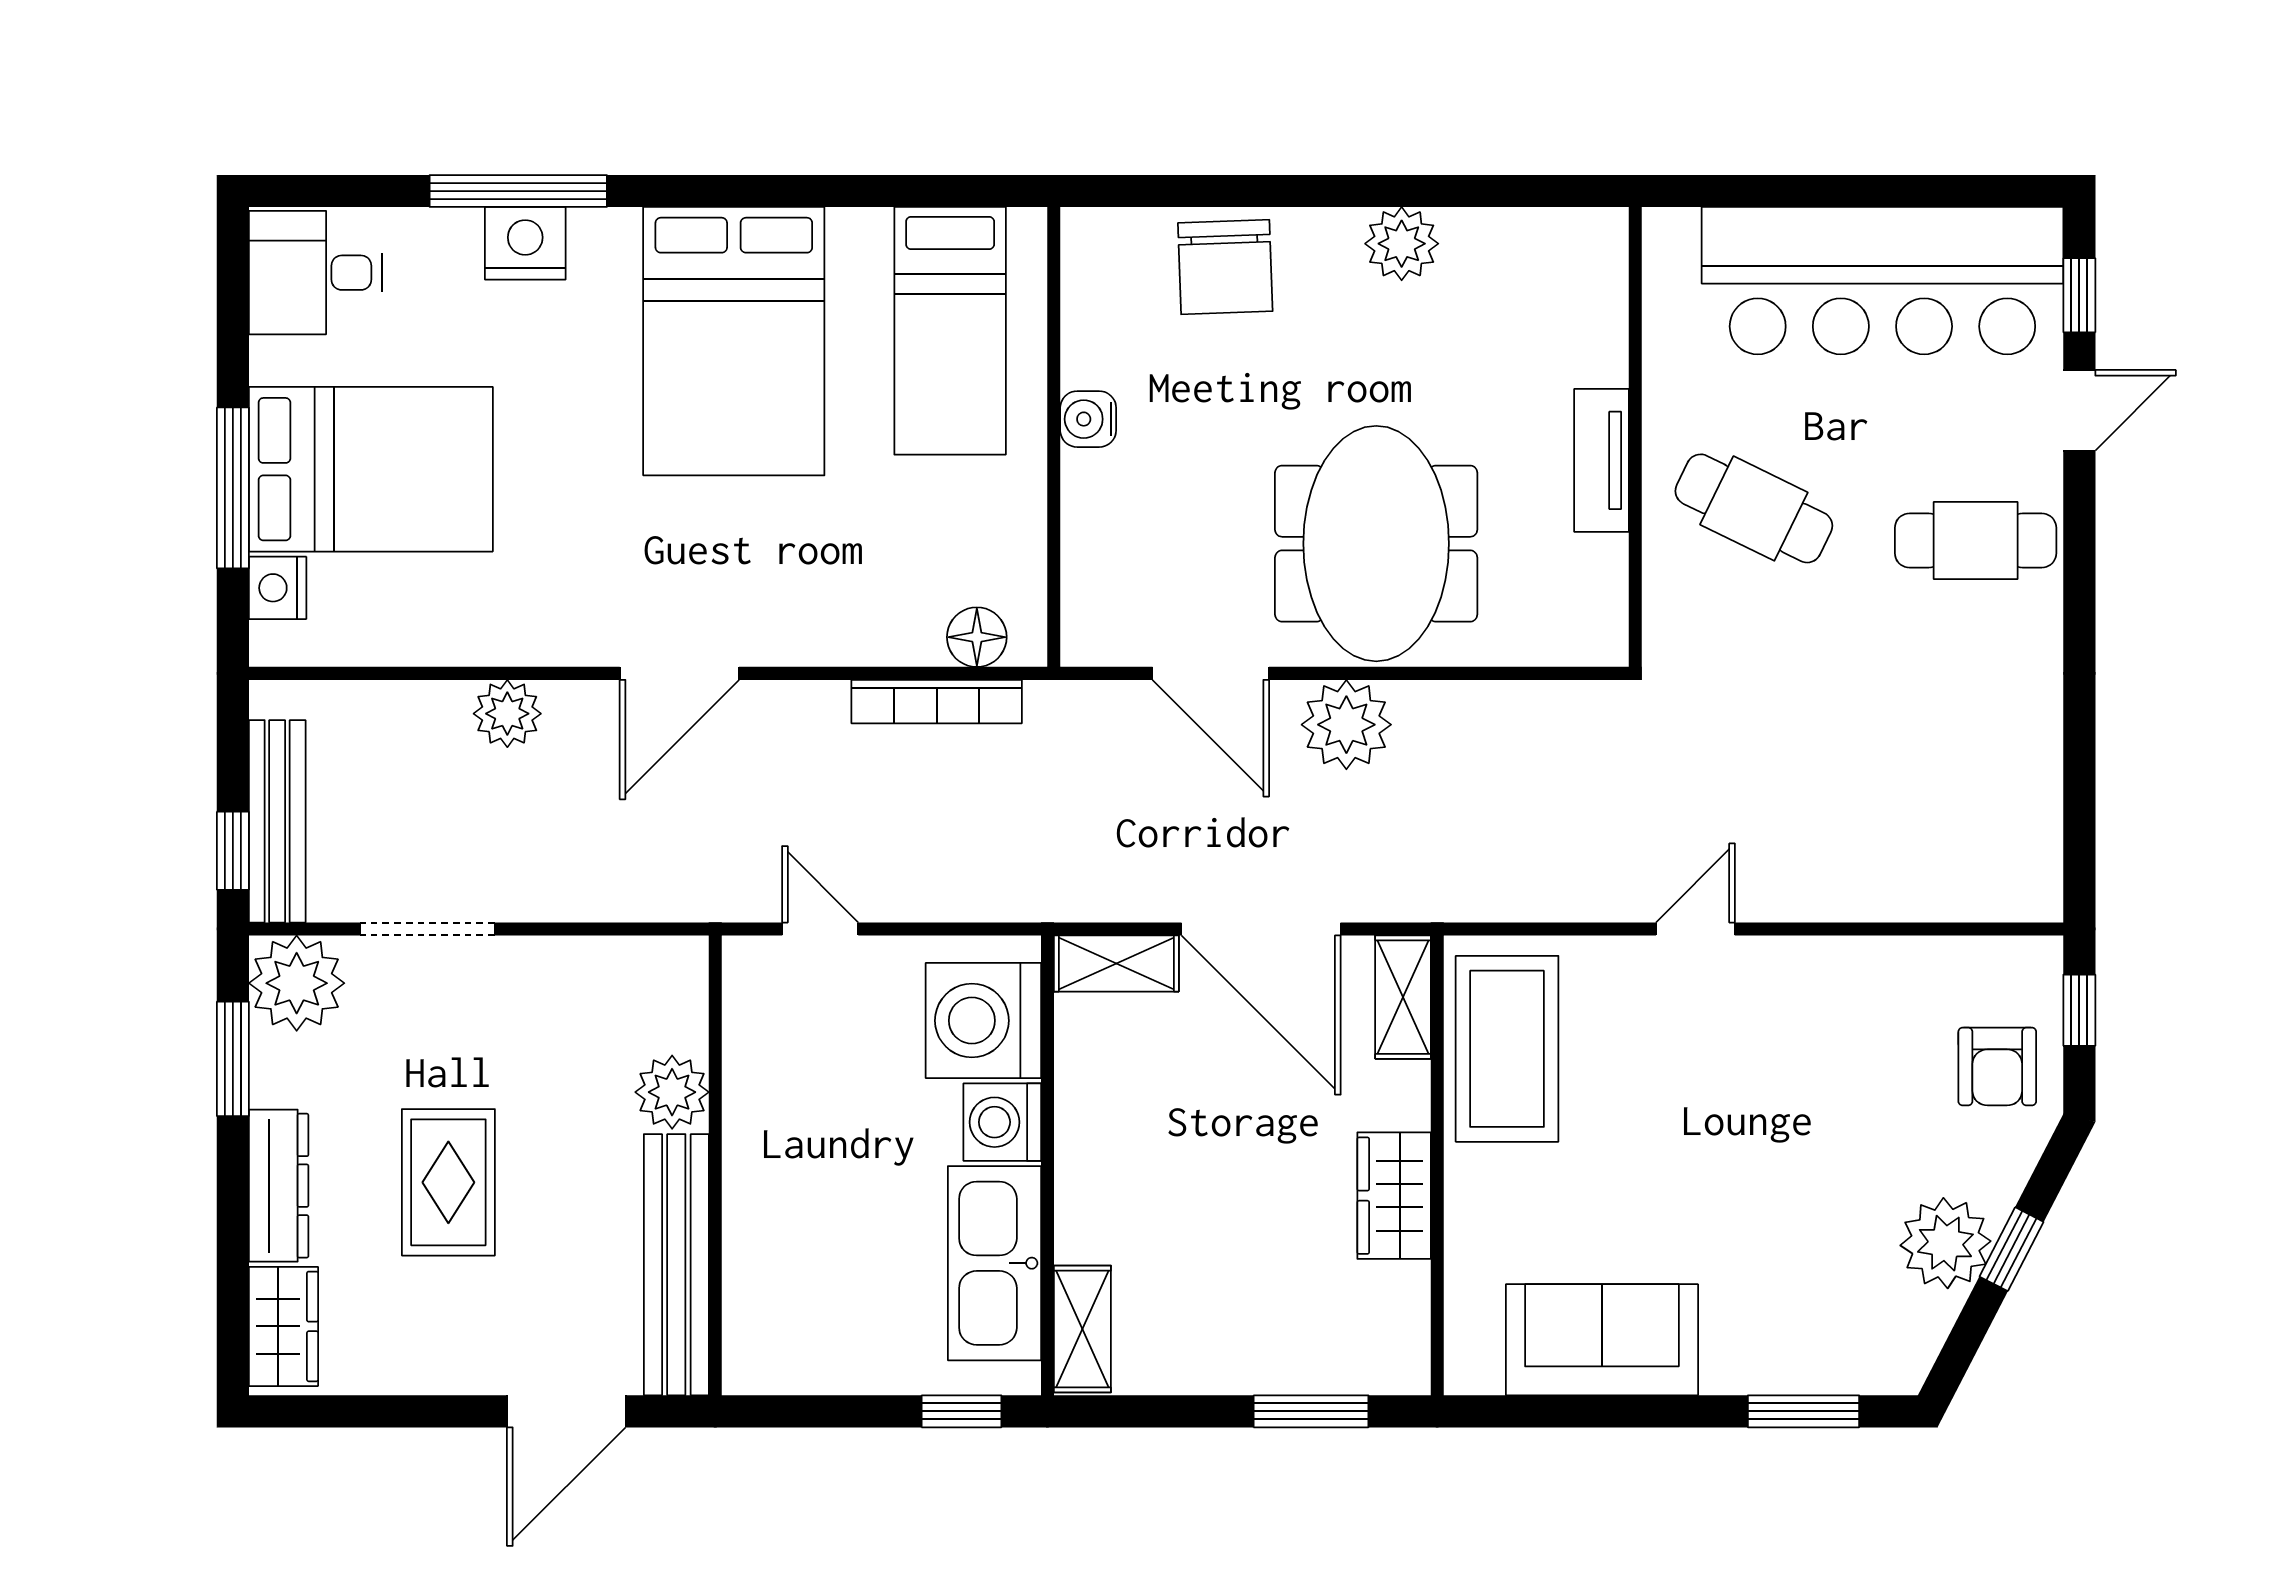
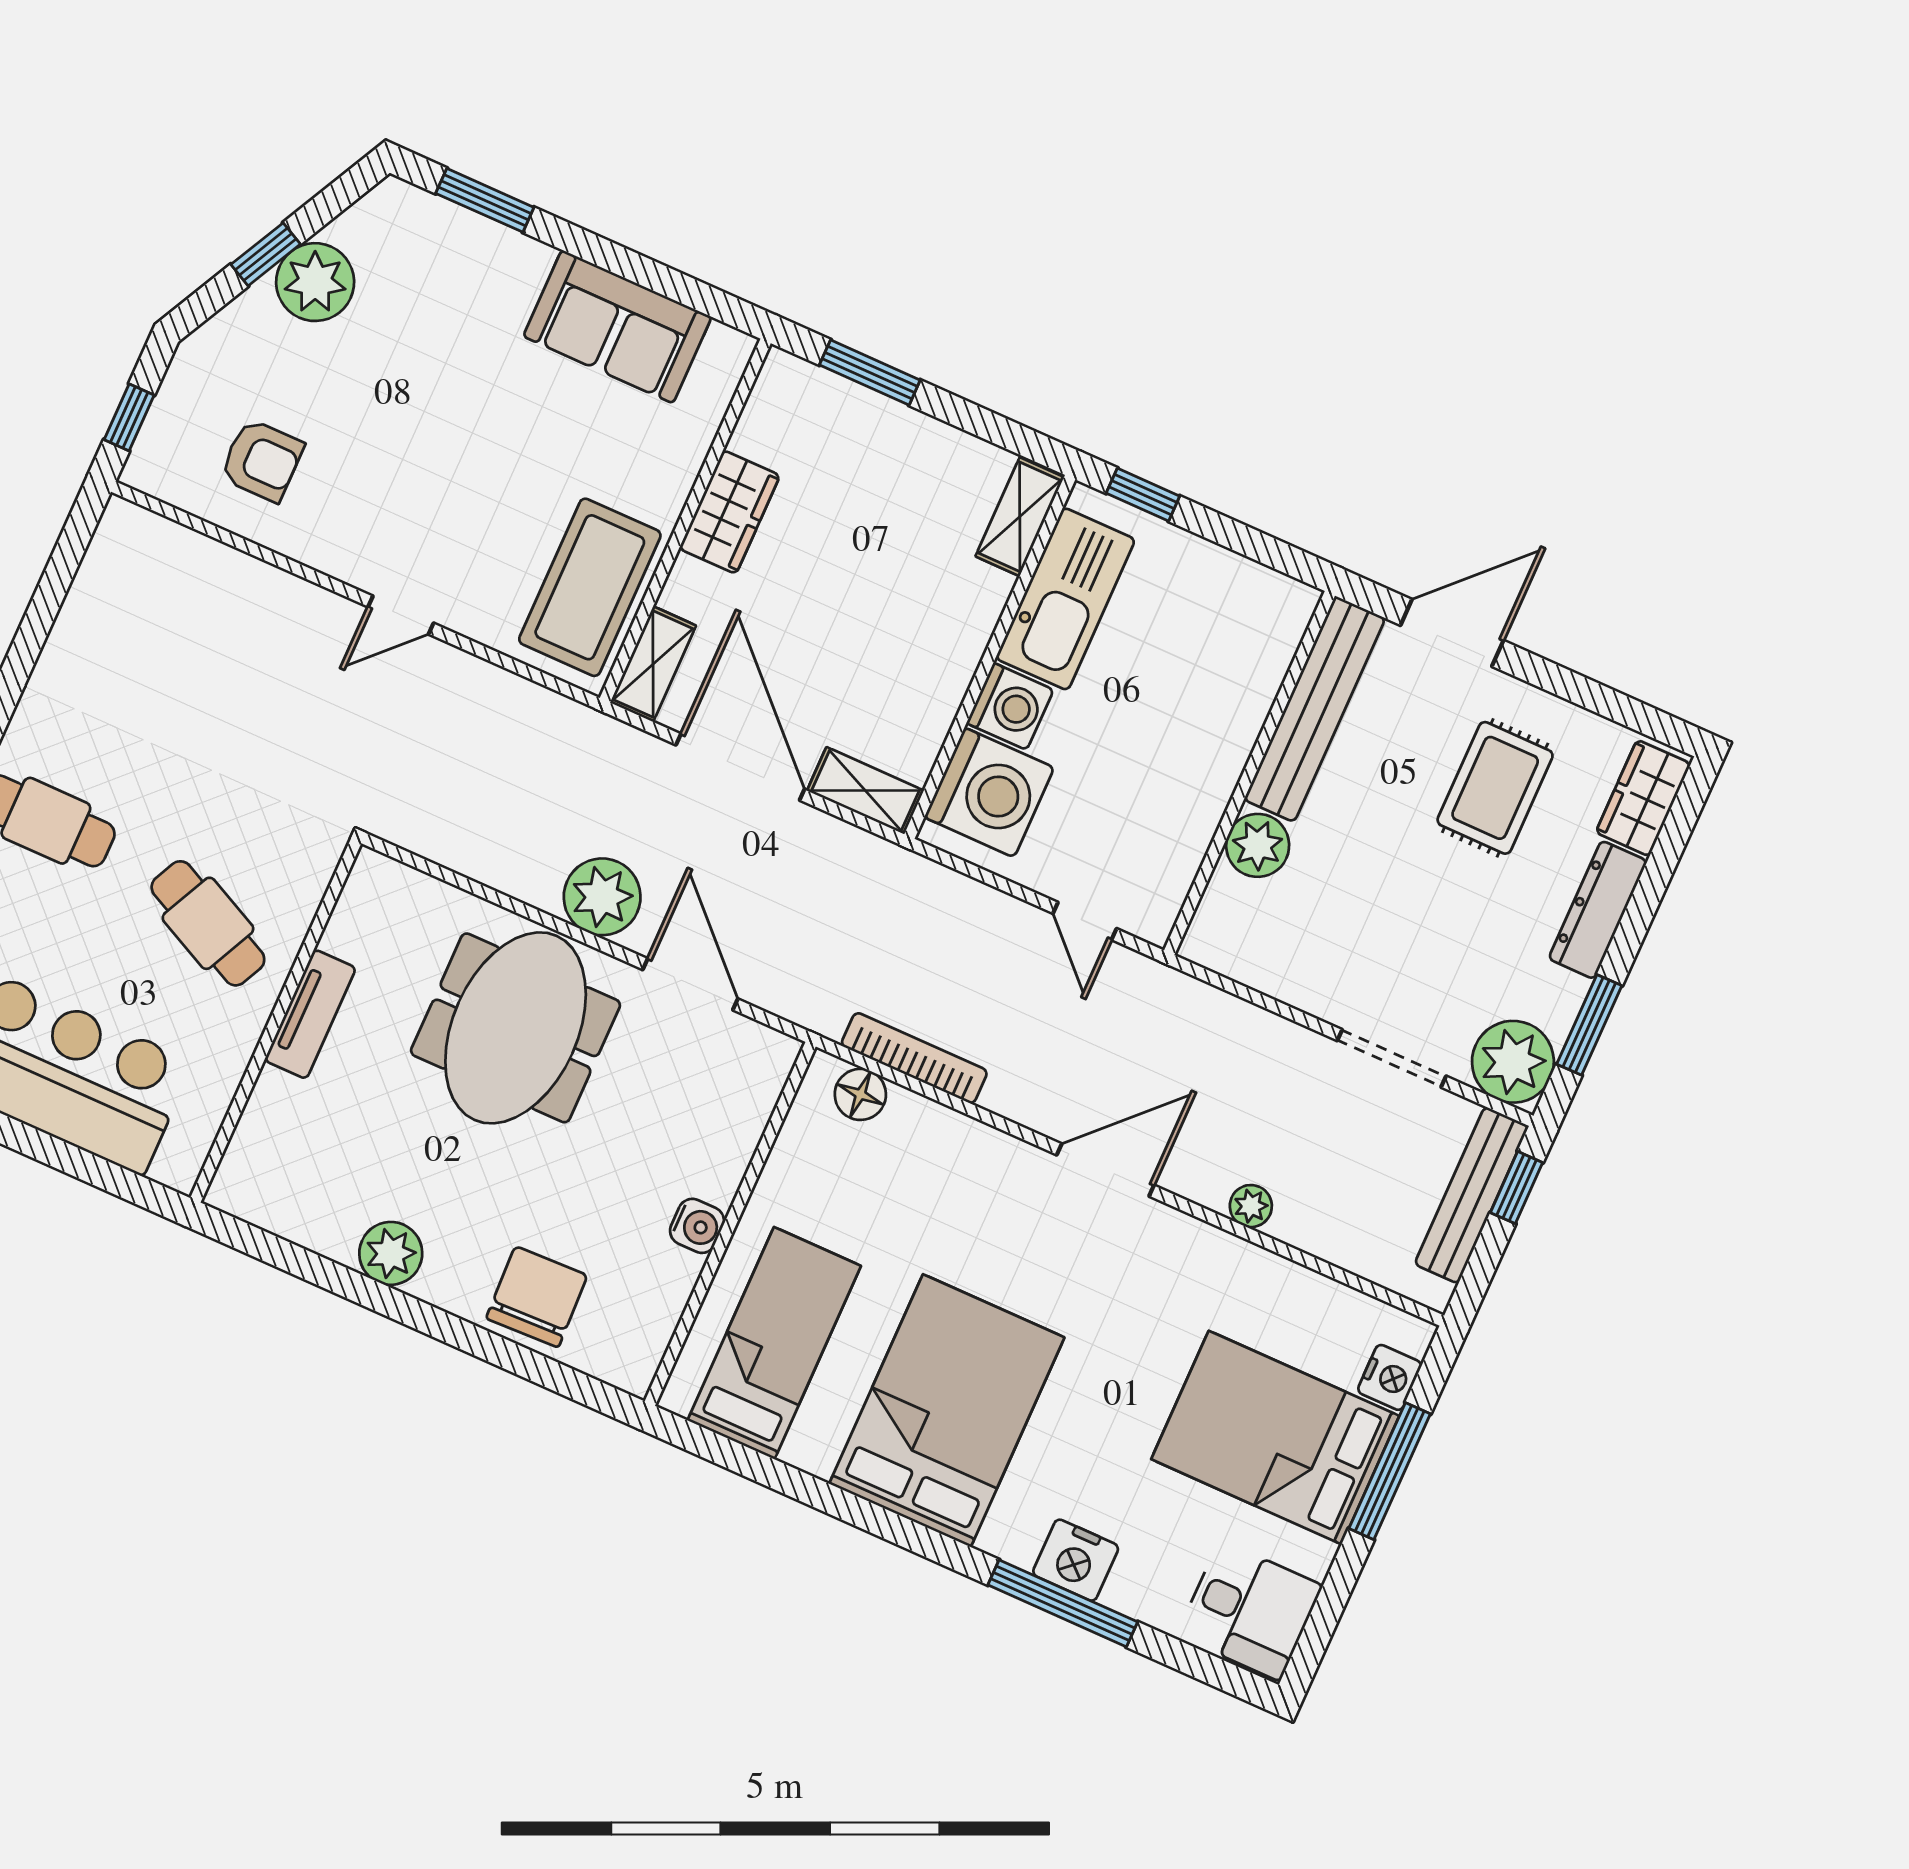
plant: (507, 714) -> (1251, 1206), width x0.73, depth x0.73
armchair: (1997, 1067) -> (262, 460), moved, turned 90
rug: (448, 1182) -> (1495, 788), moved

